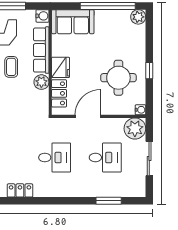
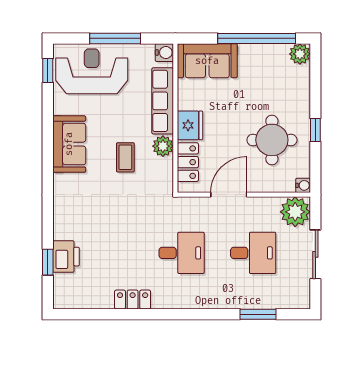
coffee table: (11, 67) -> (125, 157), moved

